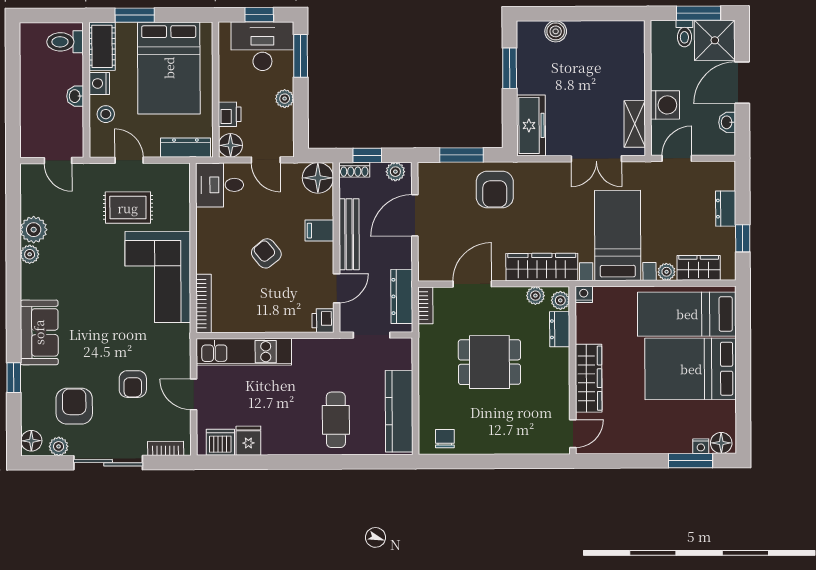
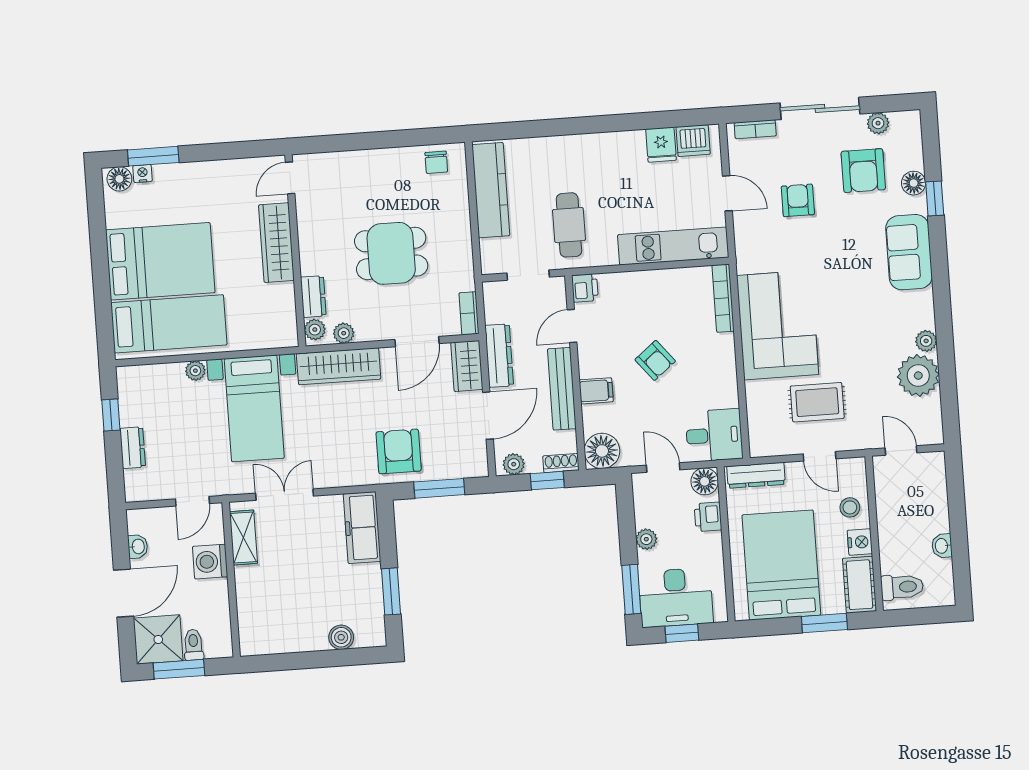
washbasin: (75, 96) -> (942, 546), moved, turned 180
plant: (34, 230) -> (918, 376), width x1.36, depth x1.36
wardrobe: (699, 268) -> (467, 366), moved, turned 90
nightstand: (584, 294) -> (288, 338), removed
dresser: (402, 296) -> (499, 356), moved
cafe table: (336, 420) -> (569, 225), moved
floor lamp: (31, 441) -> (914, 183), moved

